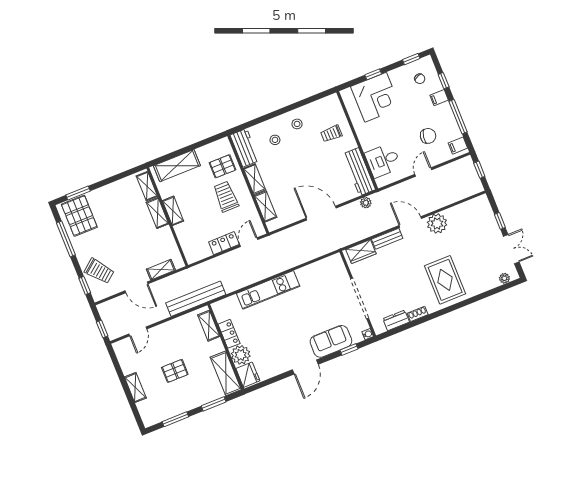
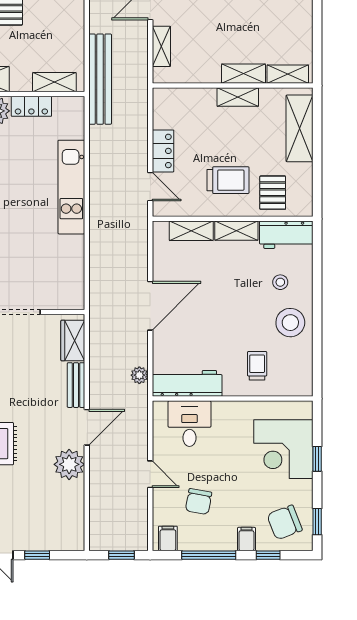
chair: (420, 79) -> (285, 522), width x1.87, depth x1.87
stool: (297, 124) -> (290, 323), width x1.89, depth x1.89

